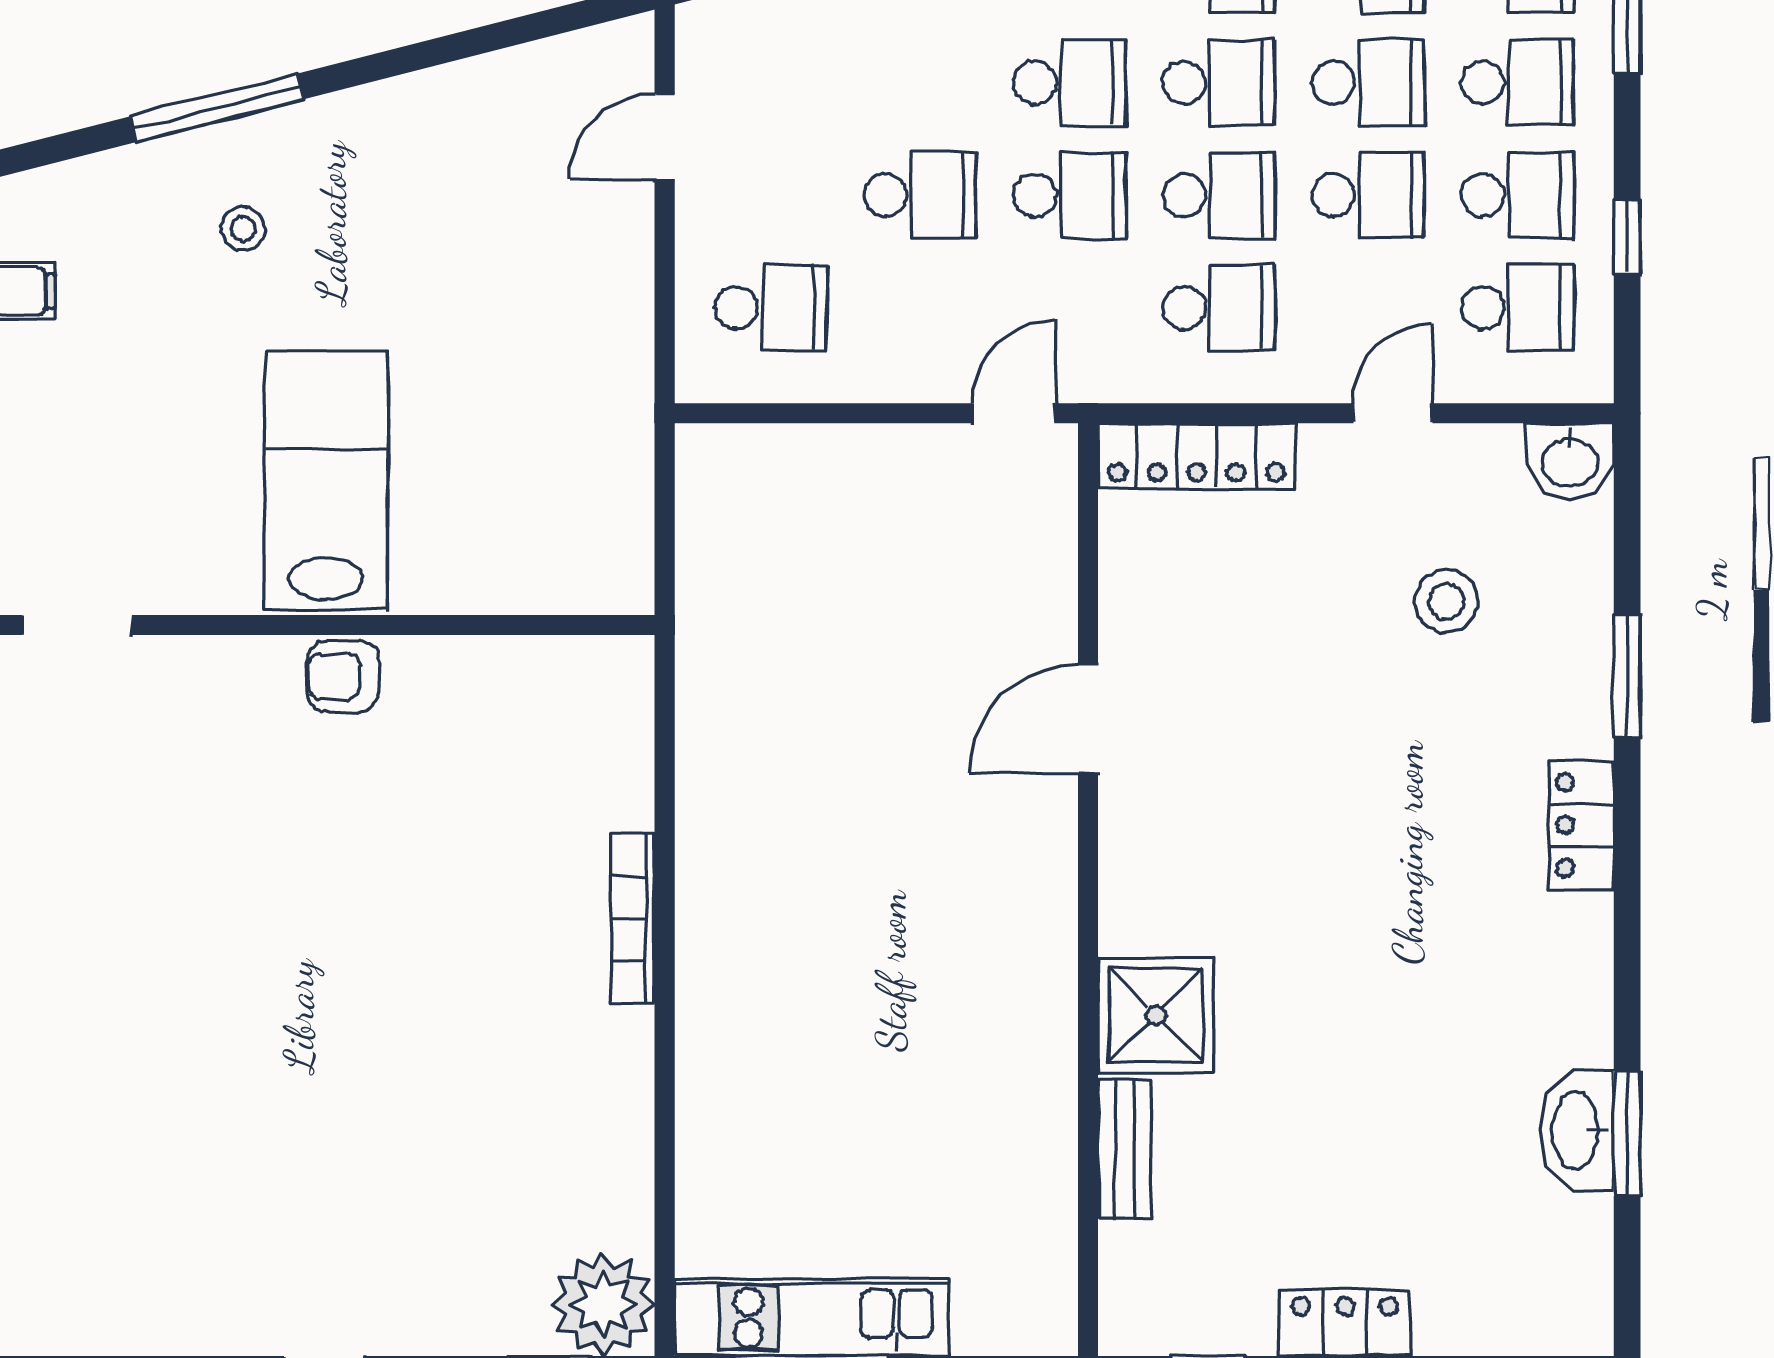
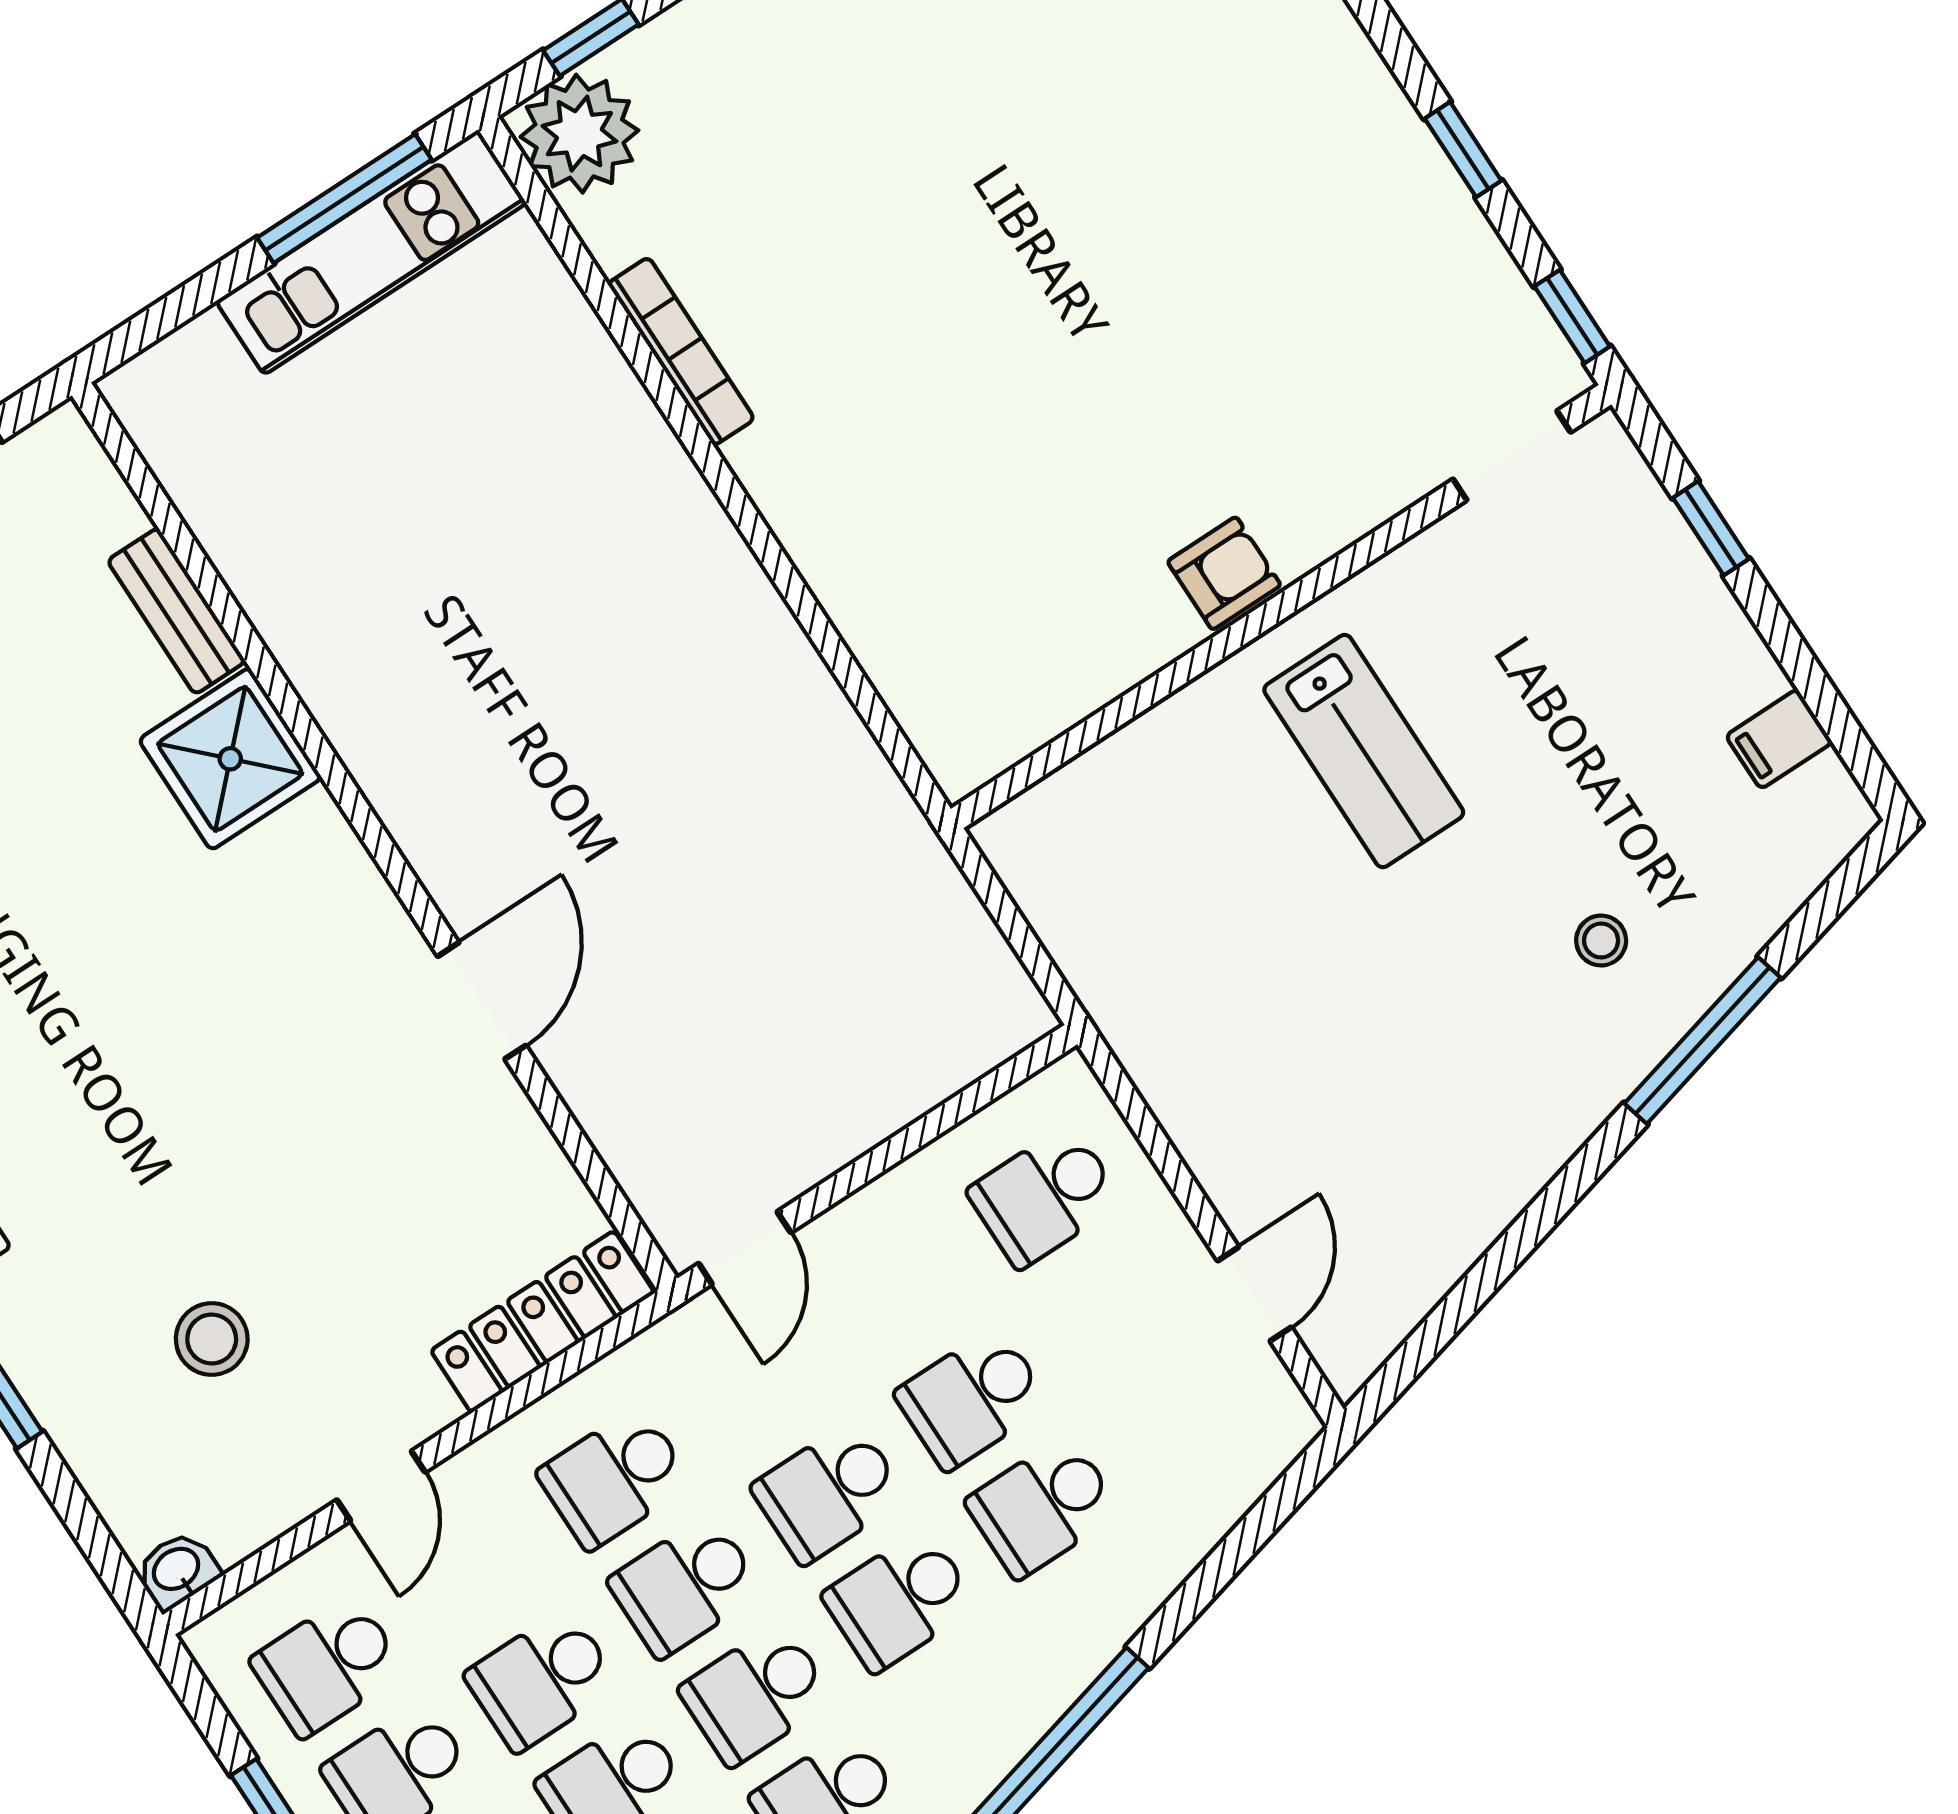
school desk: (920, 83) -> (1043, 1507), added
washbasin: (1570, 461) -> (177, 1570), width x0.72, depth x0.69
lab bench: (326, 480) -> (1364, 751), width x0.73, depth x0.72
bookcase: (633, 918) -> (681, 351), moved

